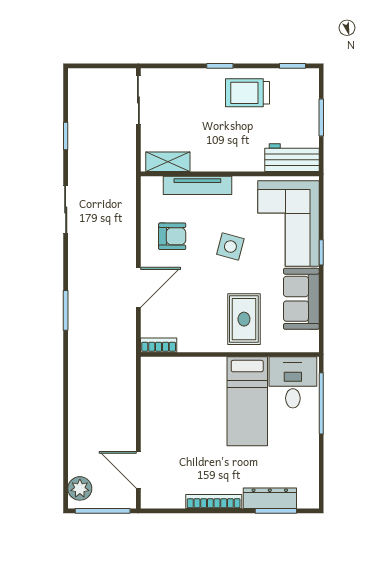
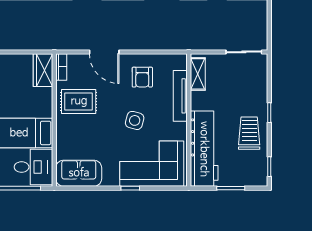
workbench: (292, 158) -> (204, 149), width x1.88, depth x1.32
sofa: (301, 299) -> (79, 173), moved
rug: (244, 319) -> (79, 101), moved
wardrobe: (163, 370) -> (43, 70), added

